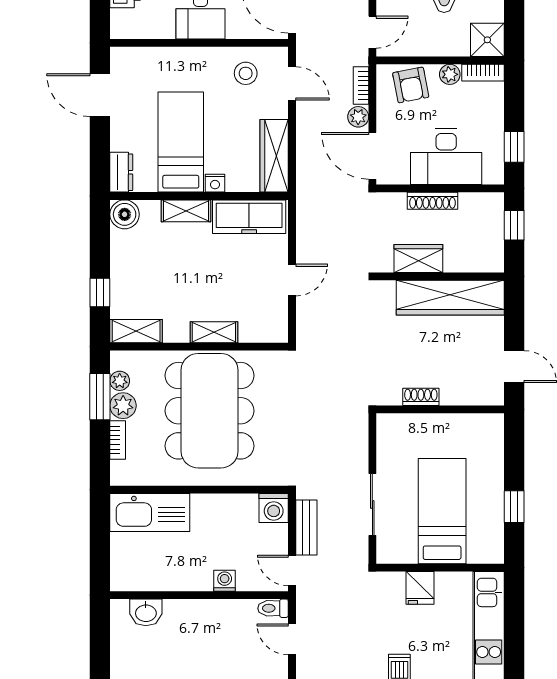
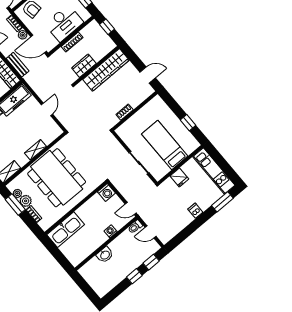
bench: (306, 527) -> (18, 65), moved
washbasin: (146, 612) -> (105, 255), moved

